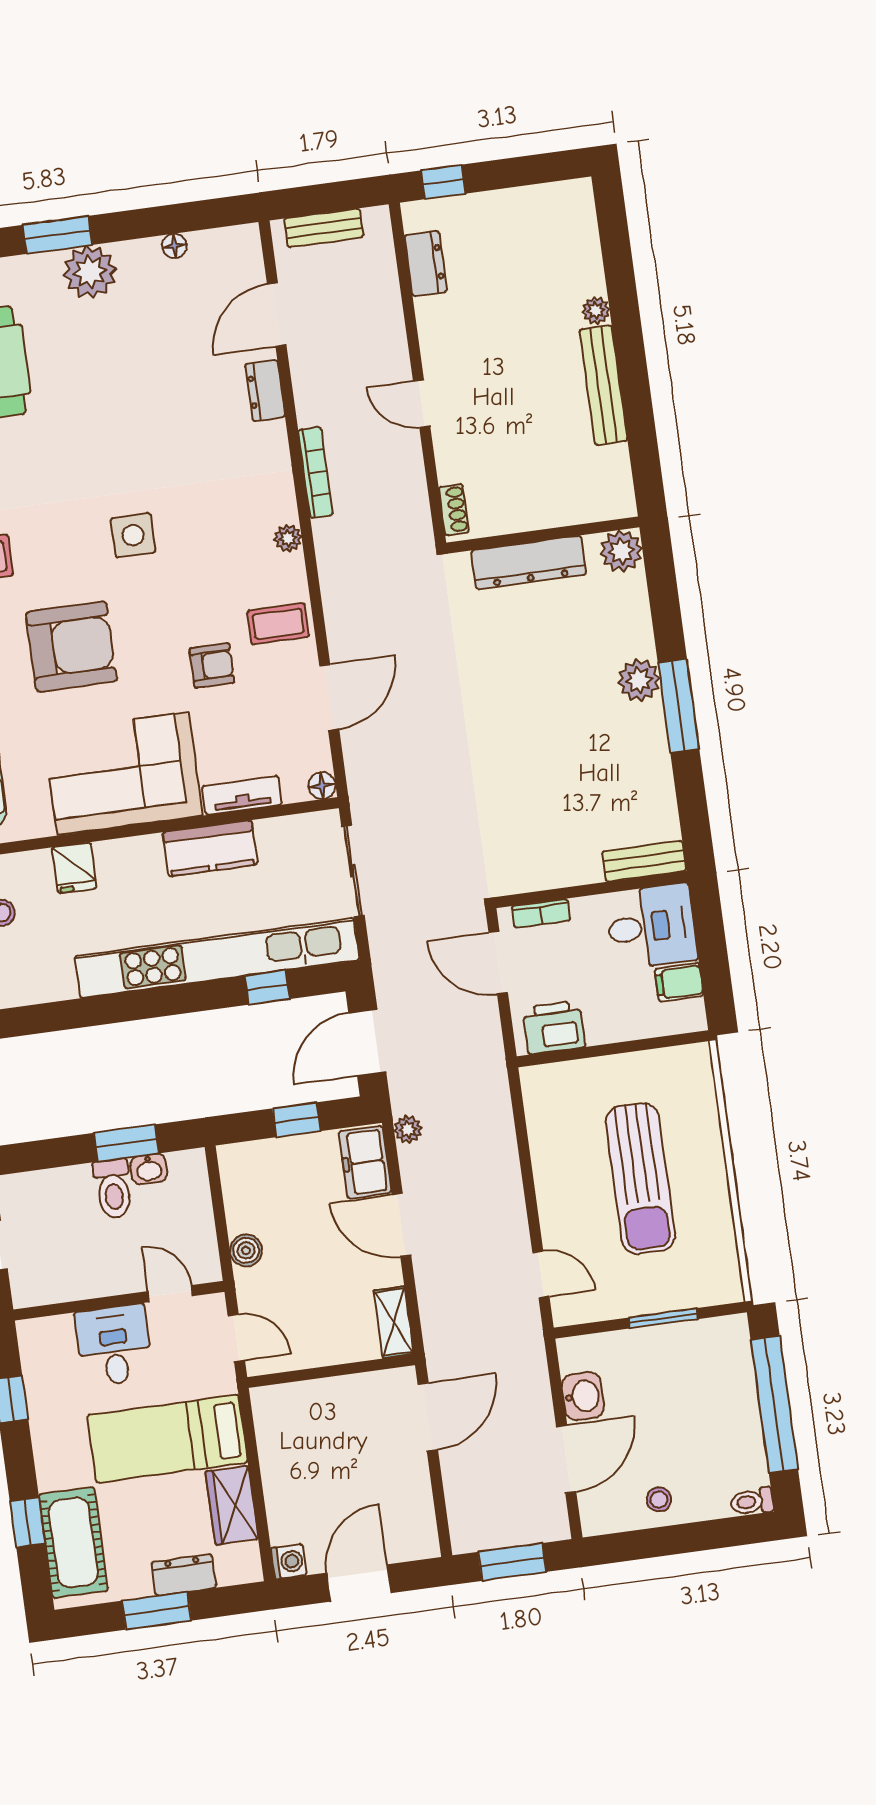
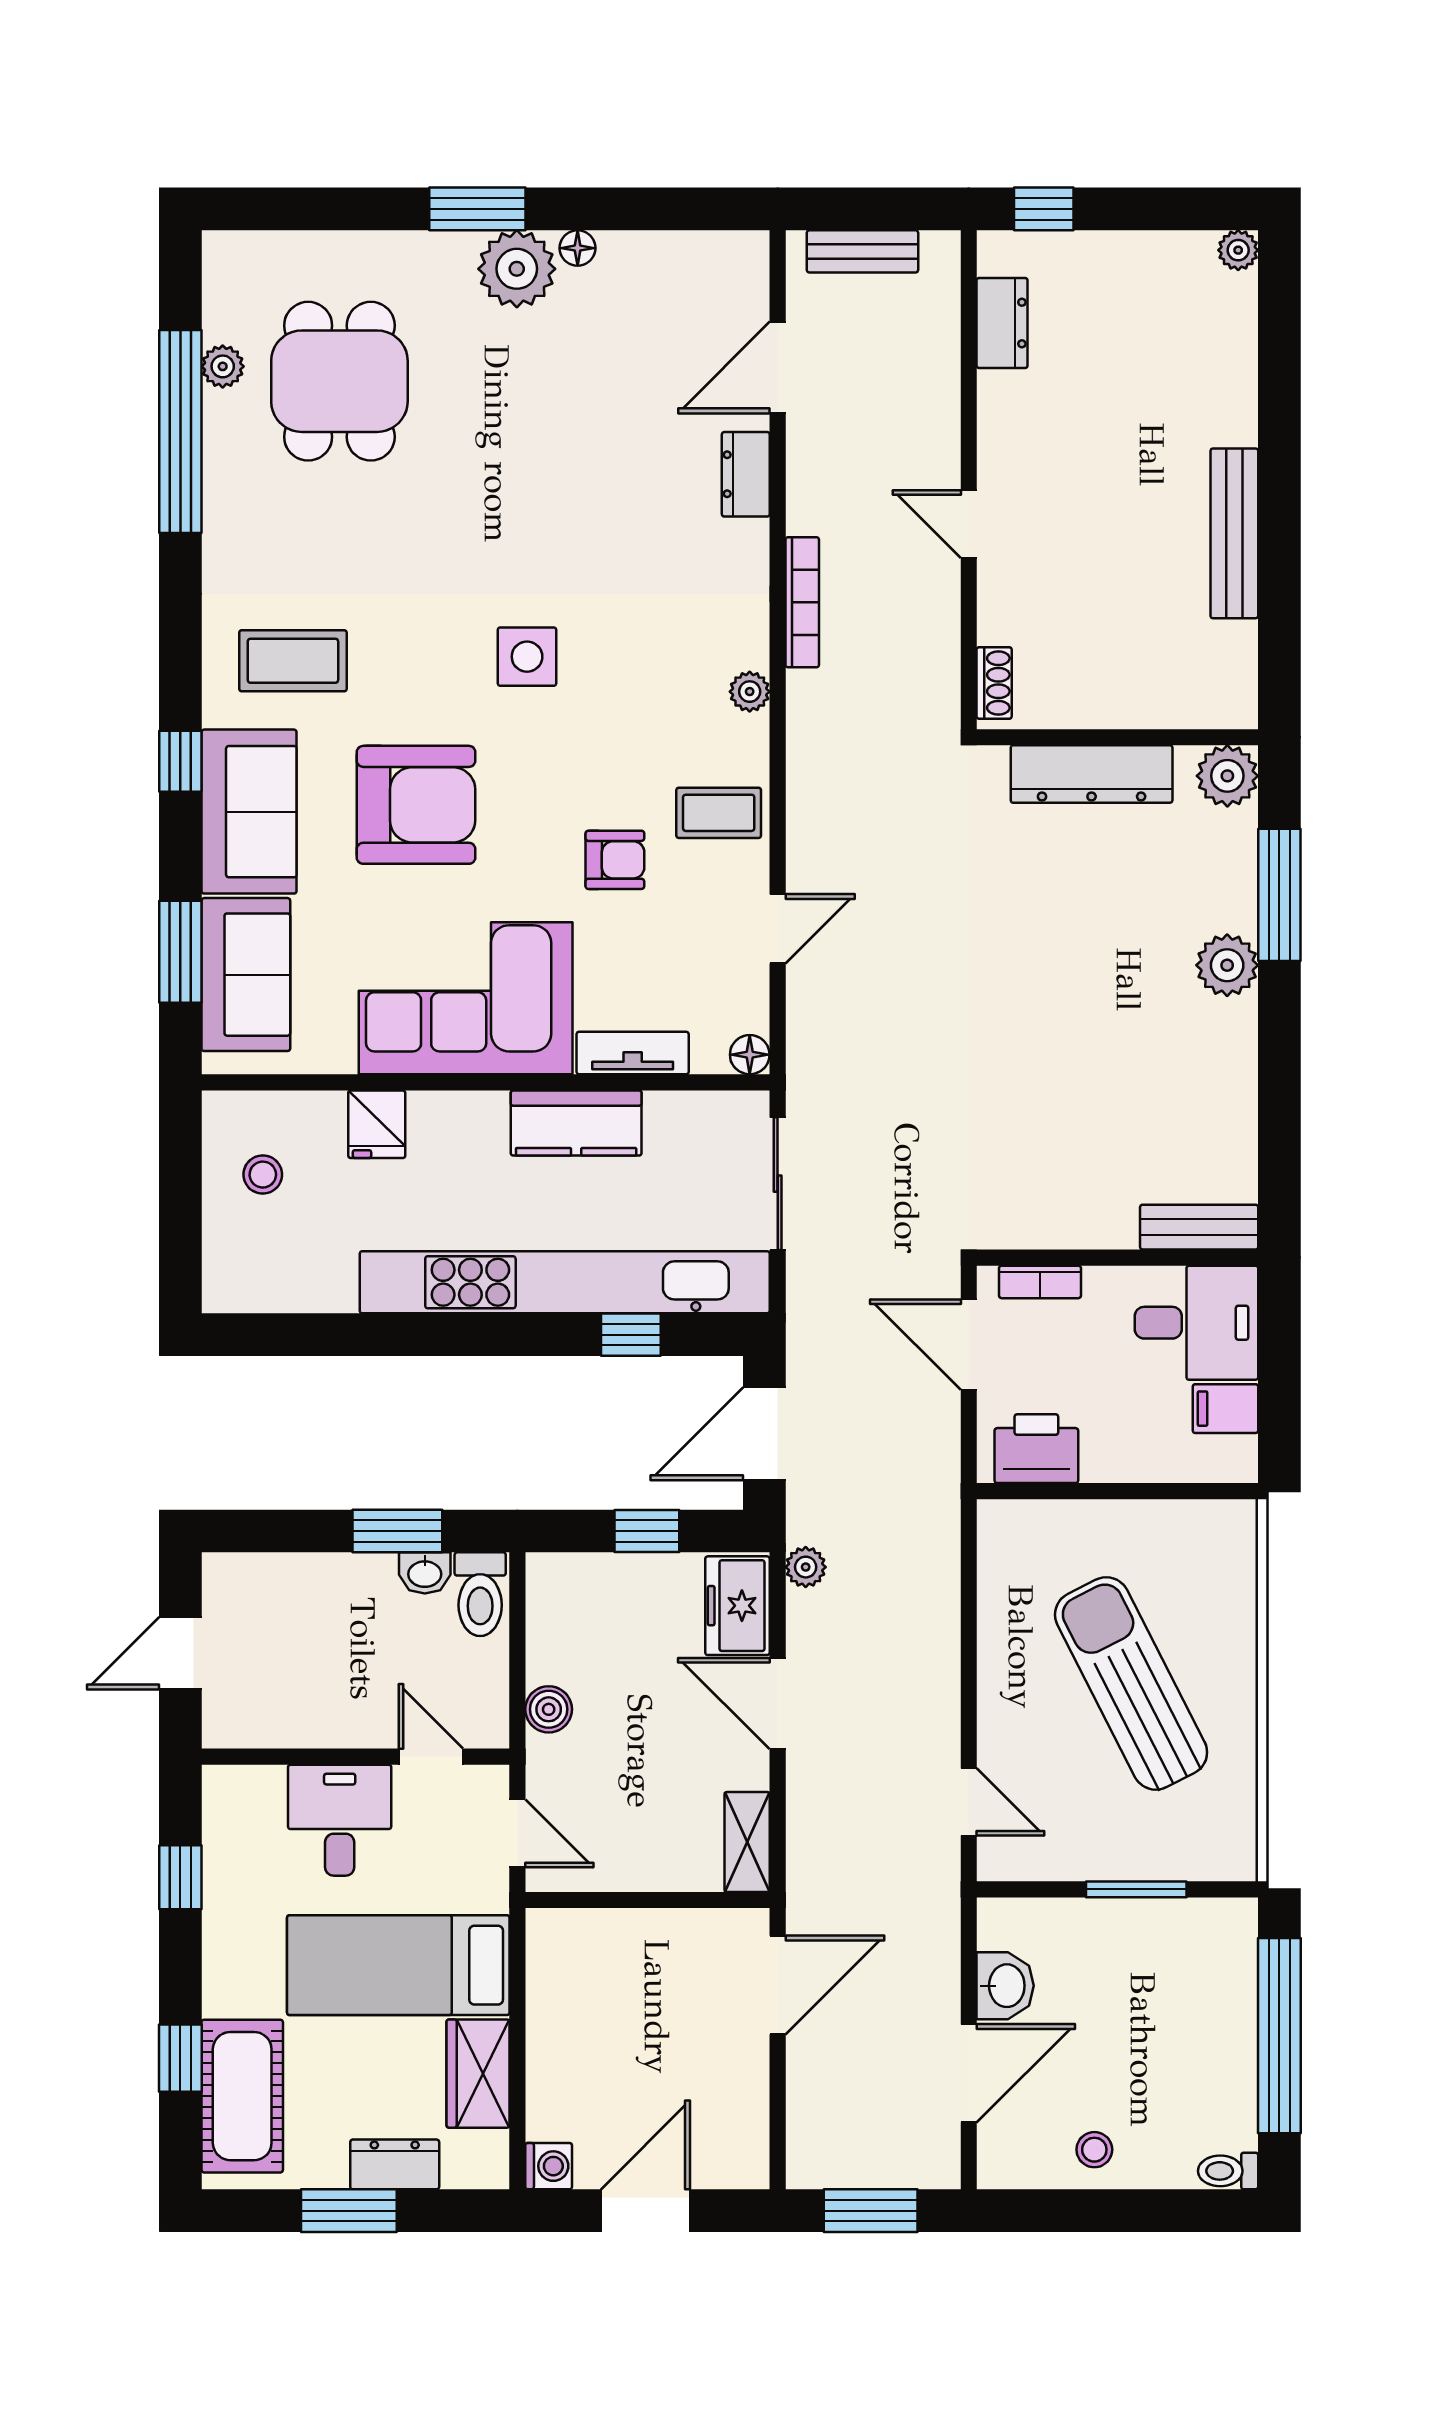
floor lamp: (174, 246) -> (578, 248), moved
plant: (596, 310) -> (1238, 250), moved
door: (329, 697) -> (778, 929), width x0.73
window: (679, 706) -> (1279, 895), moved
sun lounger: (640, 1178) -> (1131, 1683), turned 153
toilet: (113, 1189) -> (480, 1594), moved

